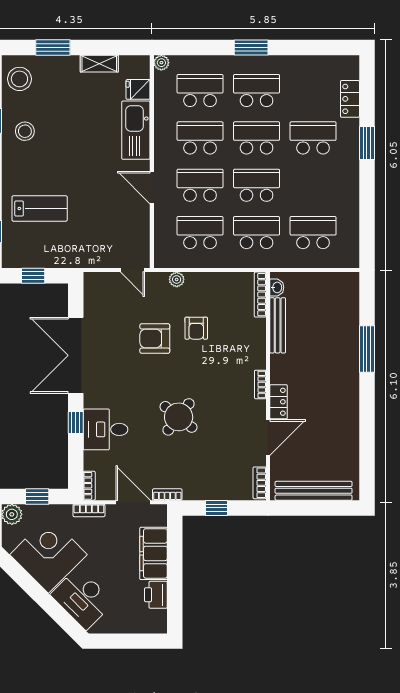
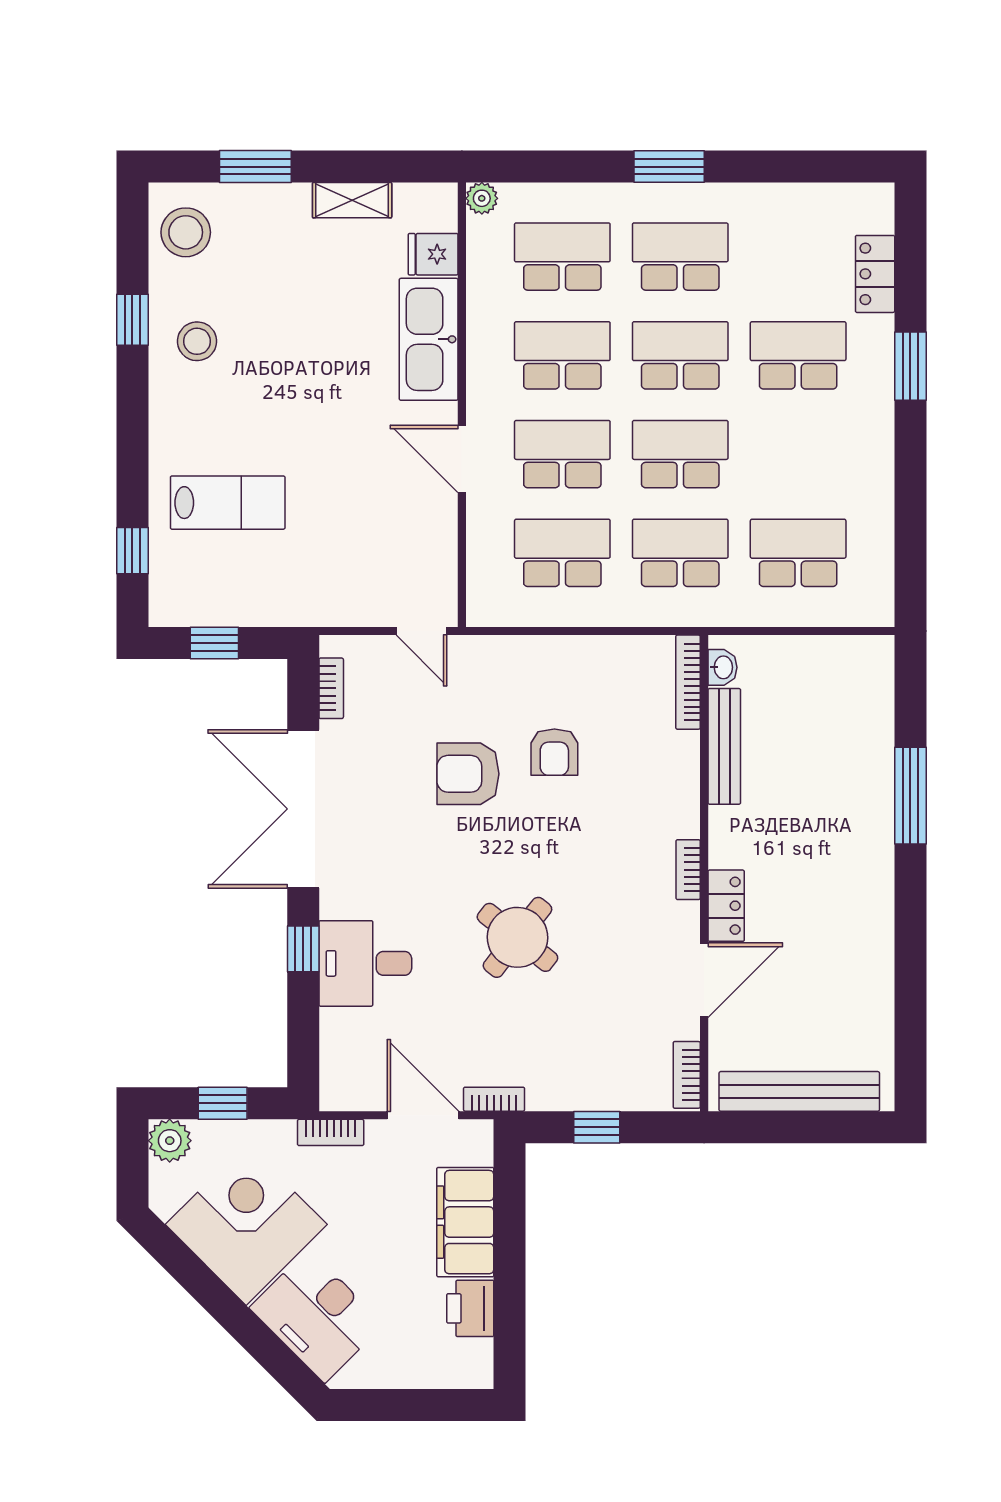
plant: (177, 279) -> (513, 651), removed
bookcase: (89, 486) -> (331, 688), moved

